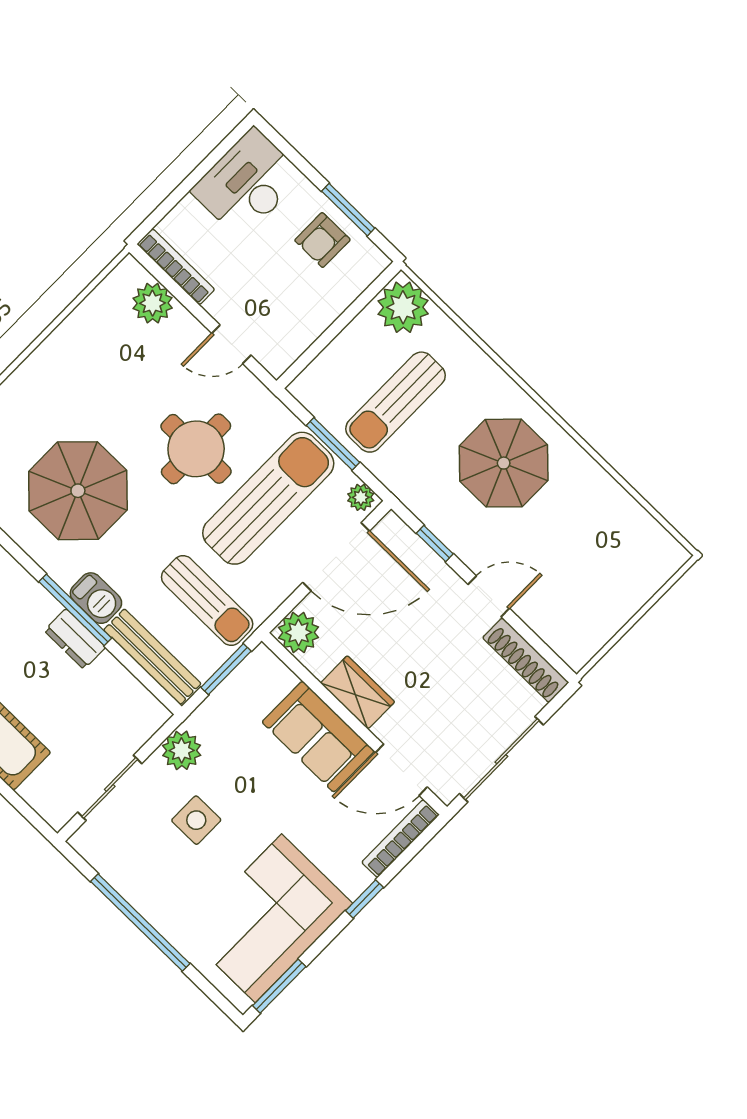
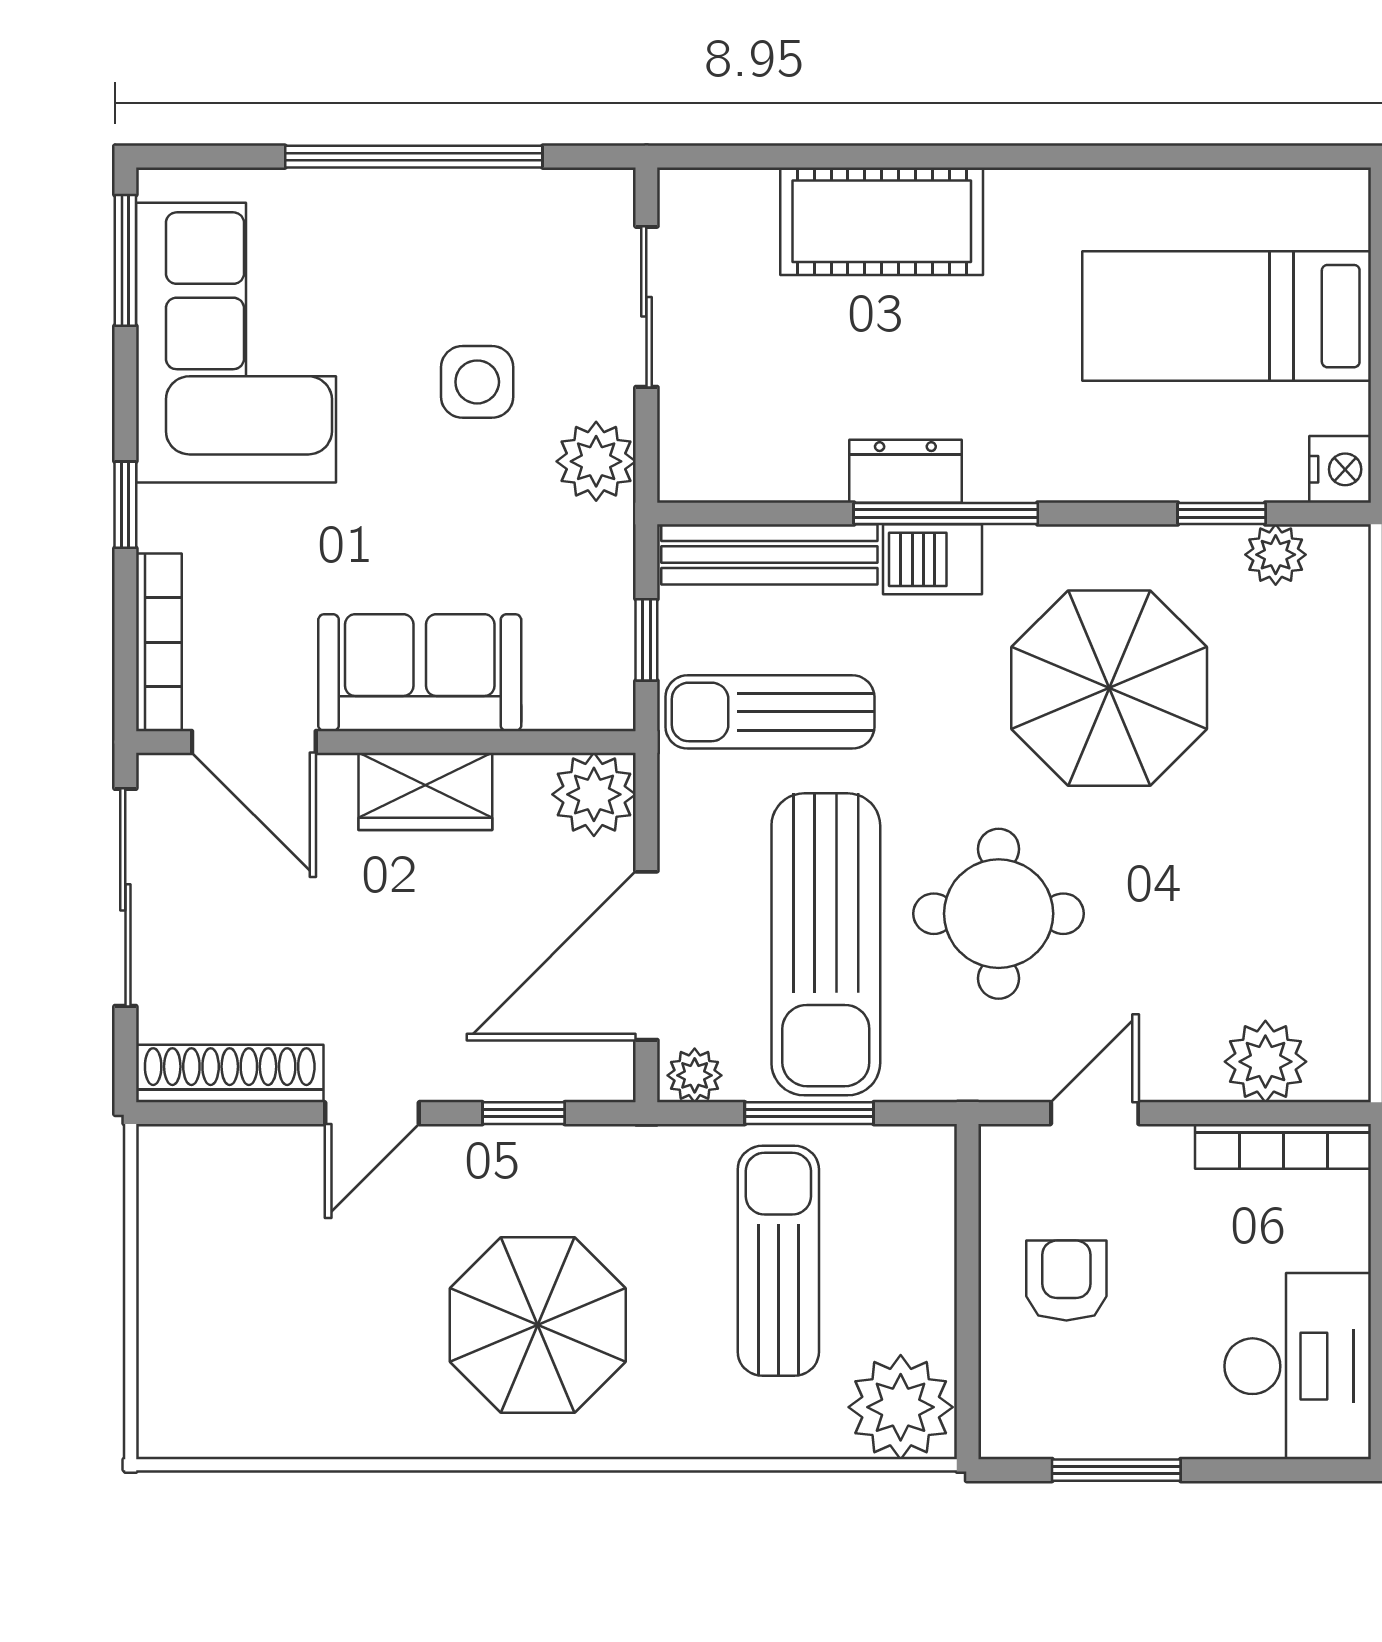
armchair: (322, 240) -> (1066, 1280), moved
window: (226, 669) -> (646, 640), width x0.67
door: (401, 770) -> (254, 742), swing flipped

